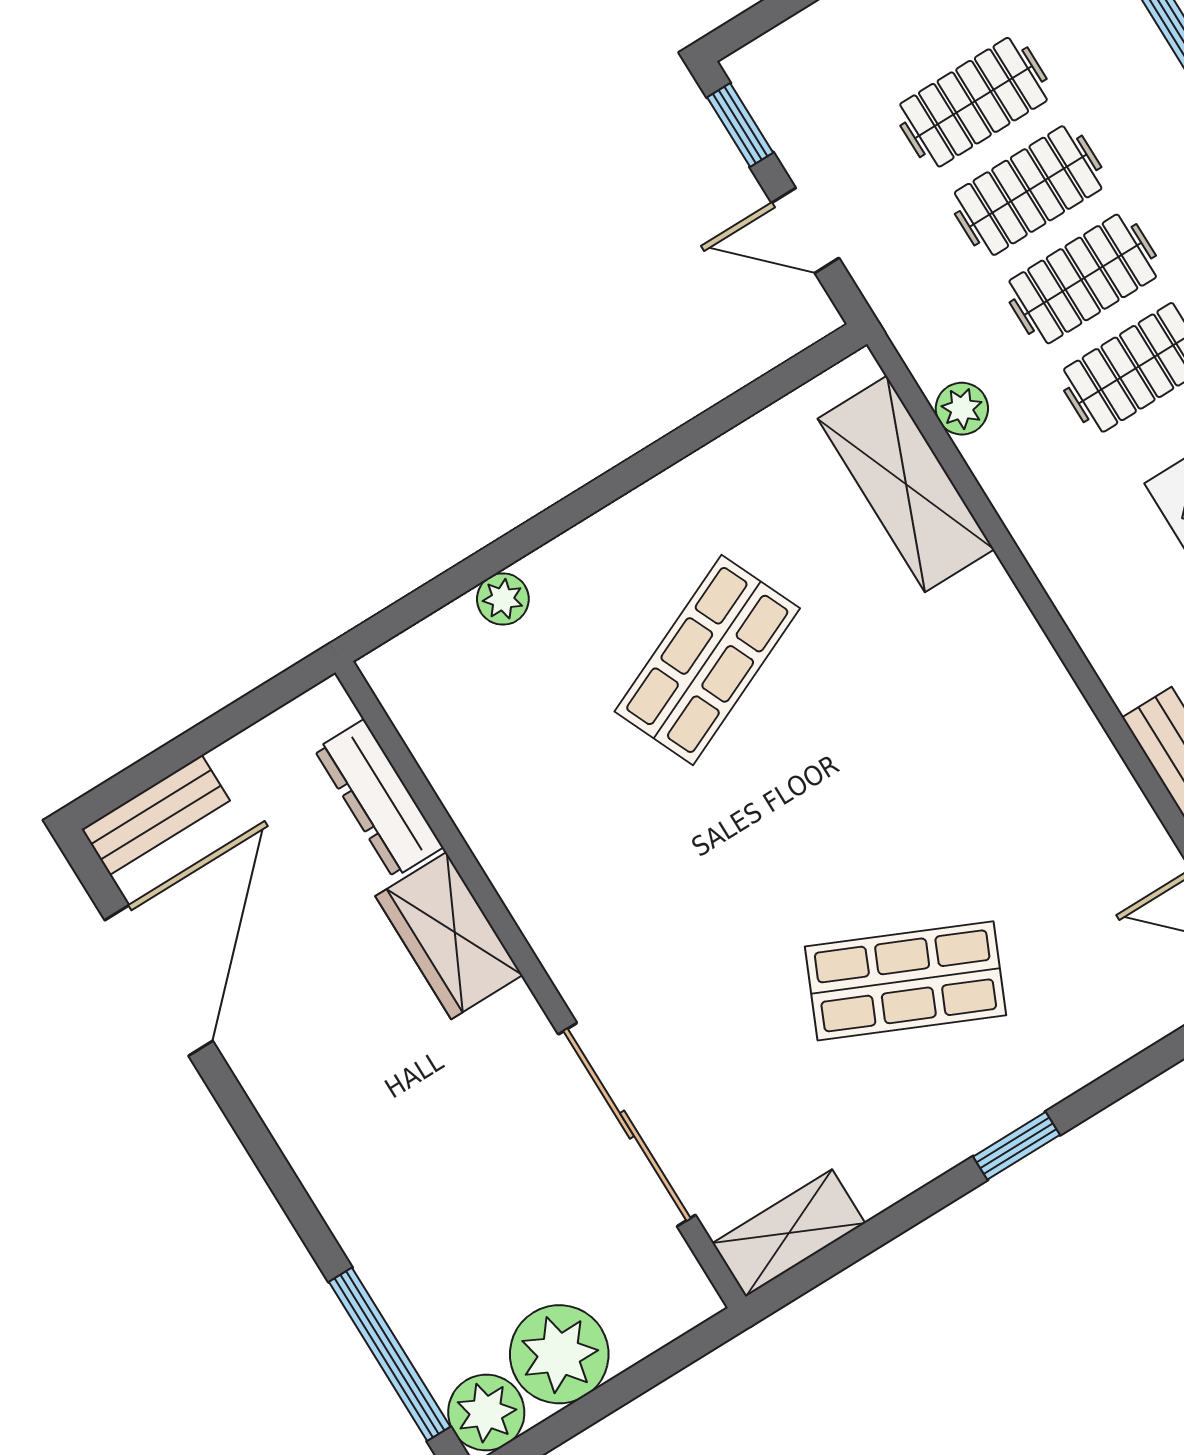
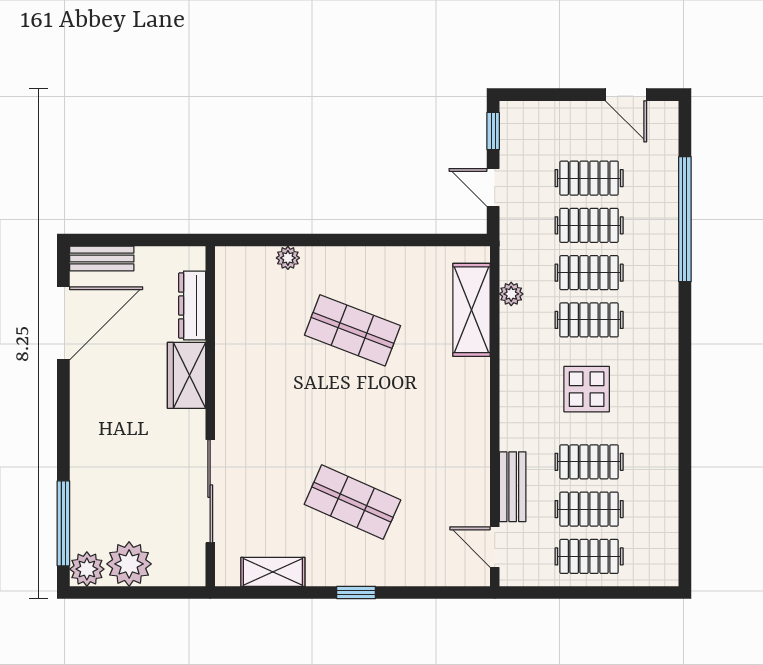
shop shelf: (707, 660) -> (352, 330), turned 45
shelving: (789, 1233) -> (273, 572), moved

